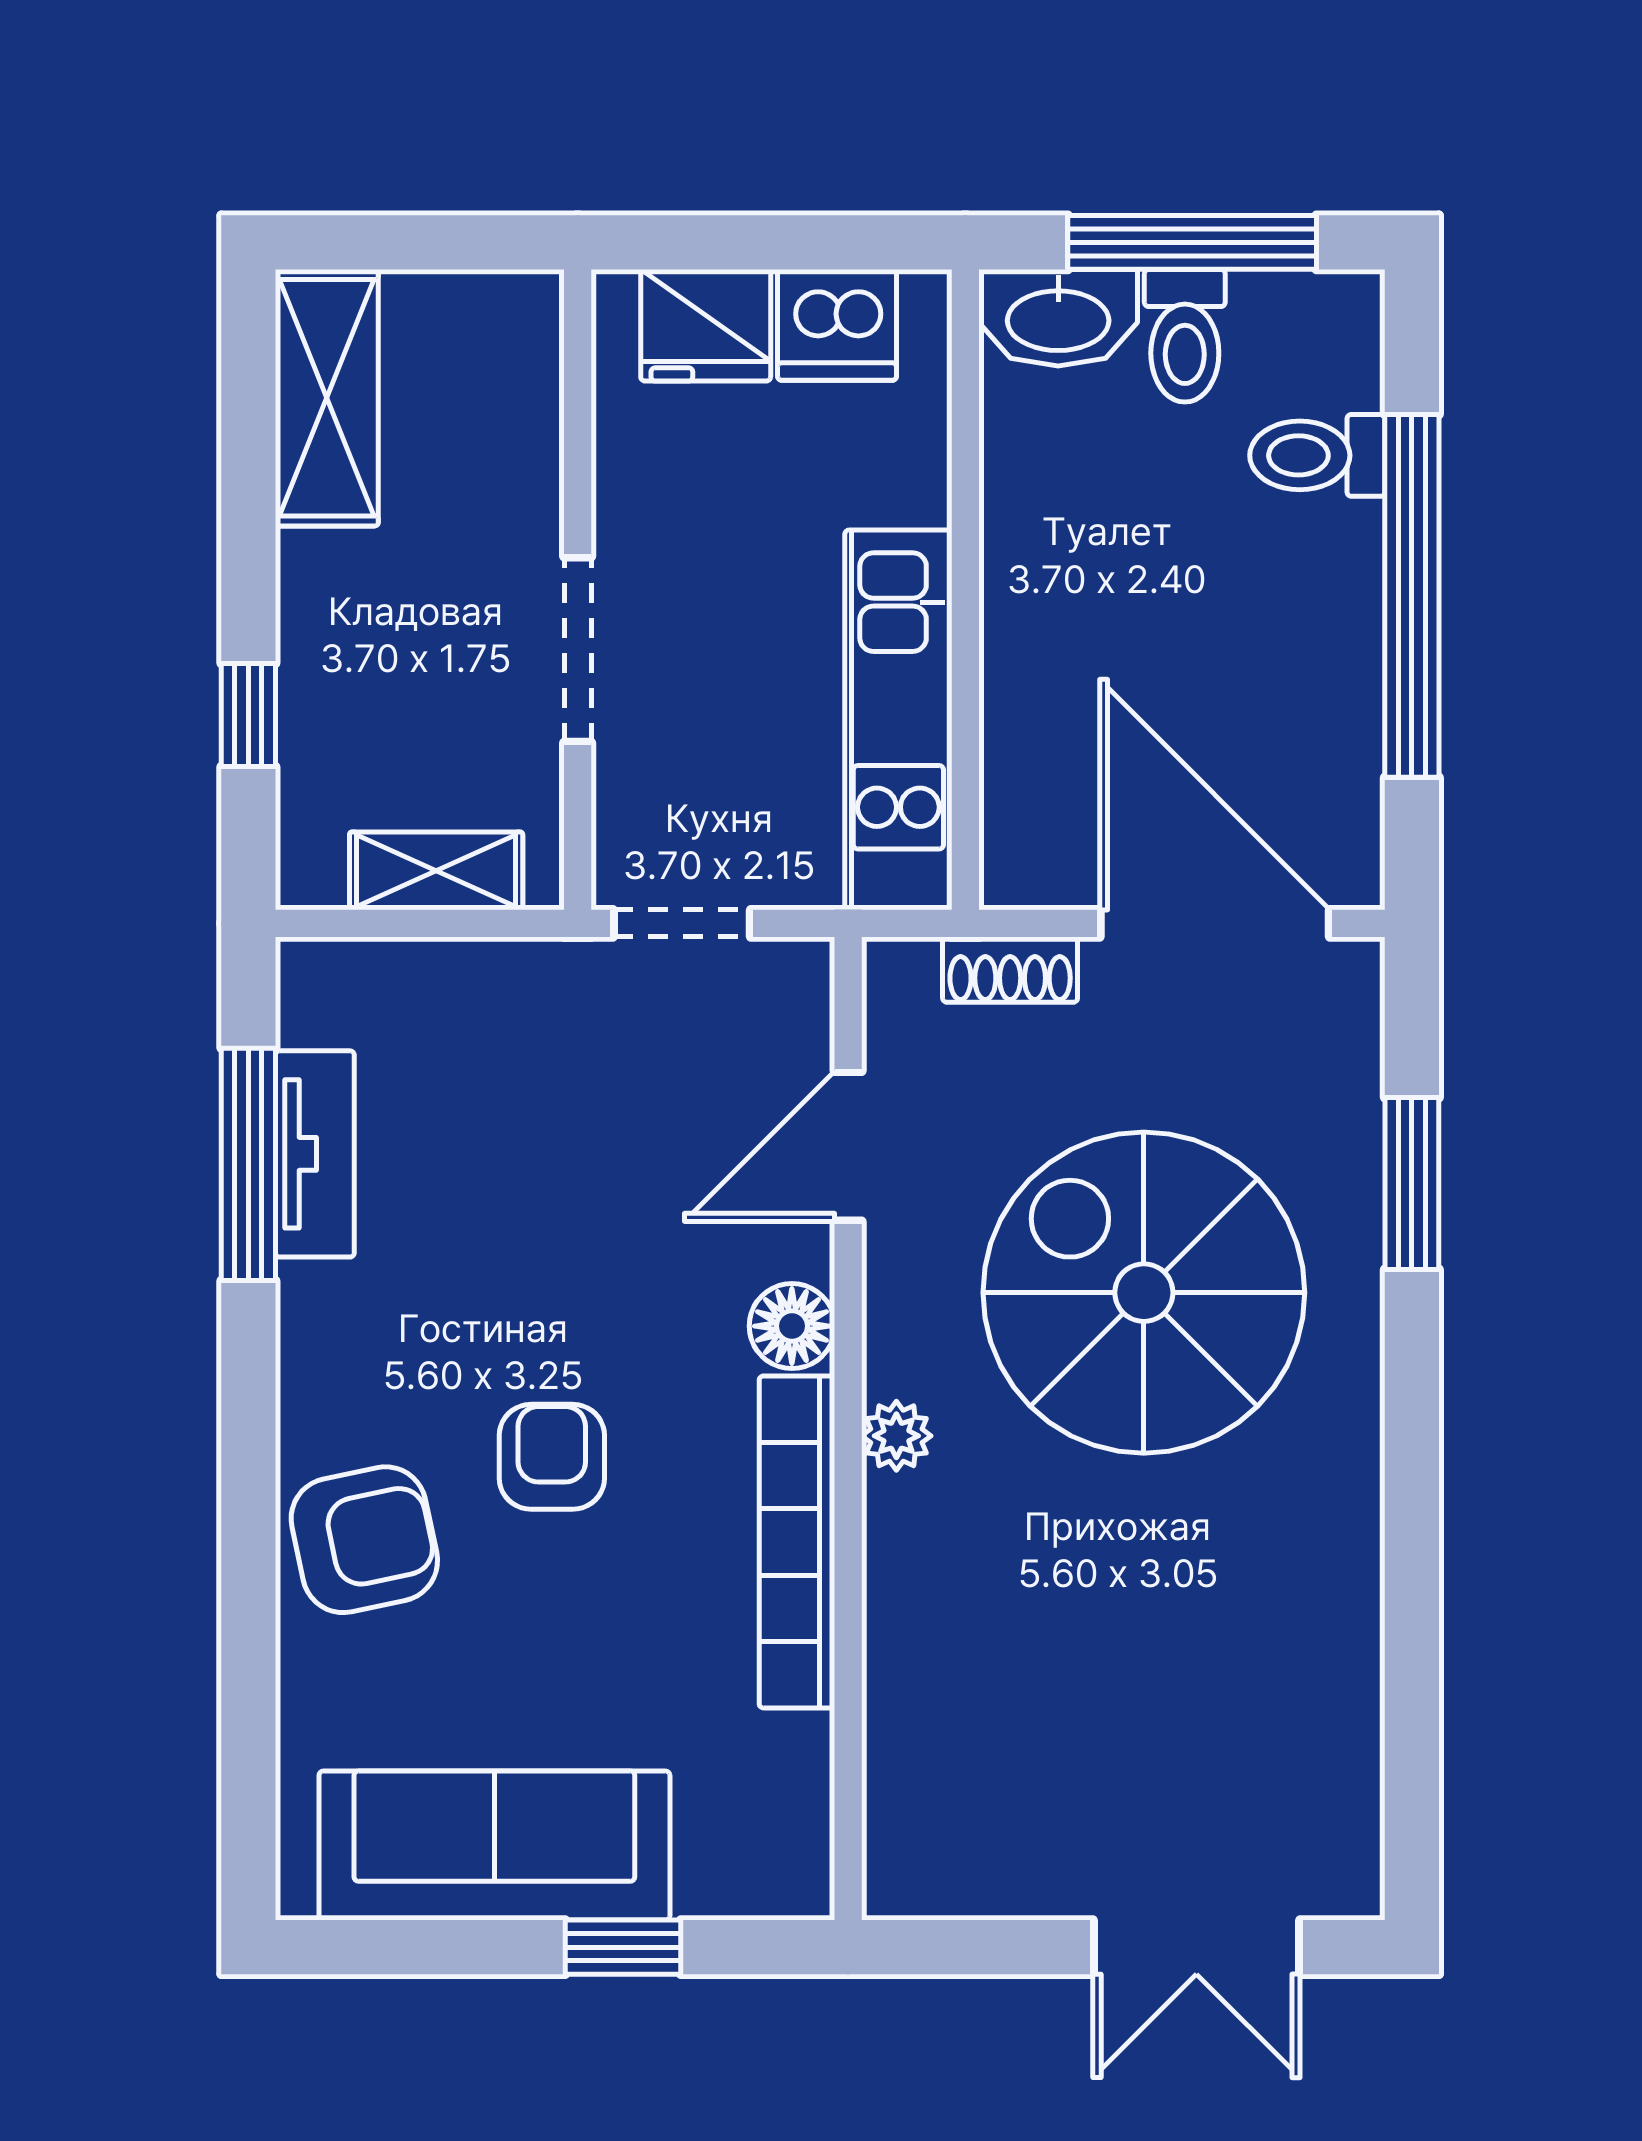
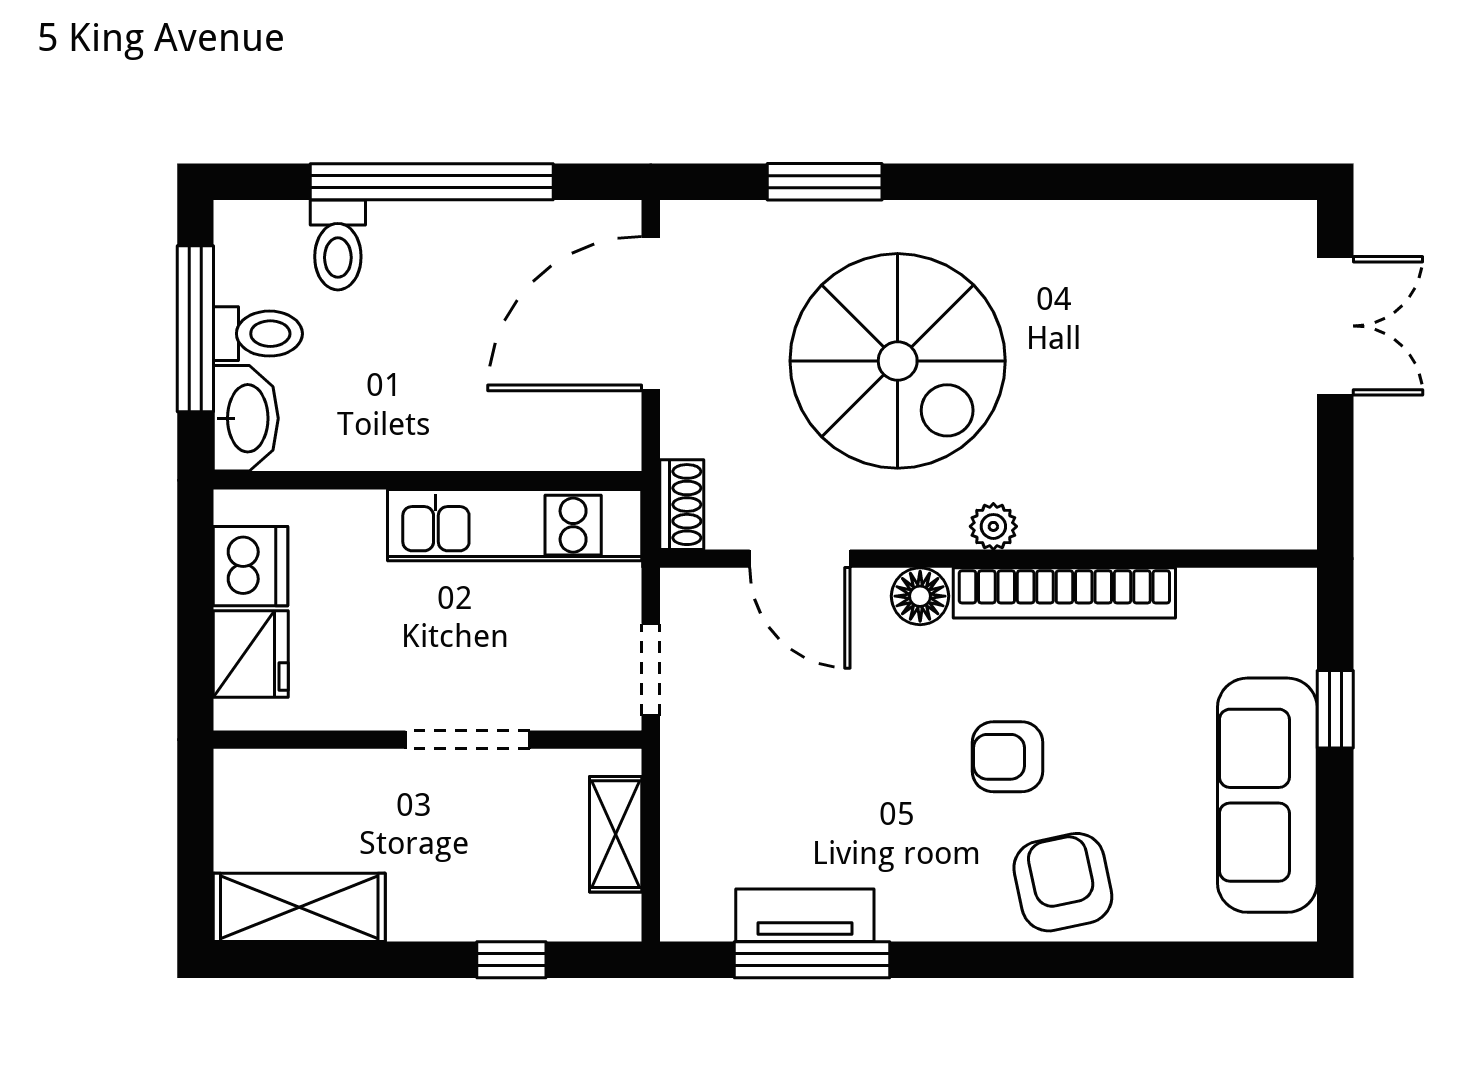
shoe rack: (1010, 970) -> (682, 505), moved
spiral stairs: (1144, 1293) -> (898, 361), turned -90

